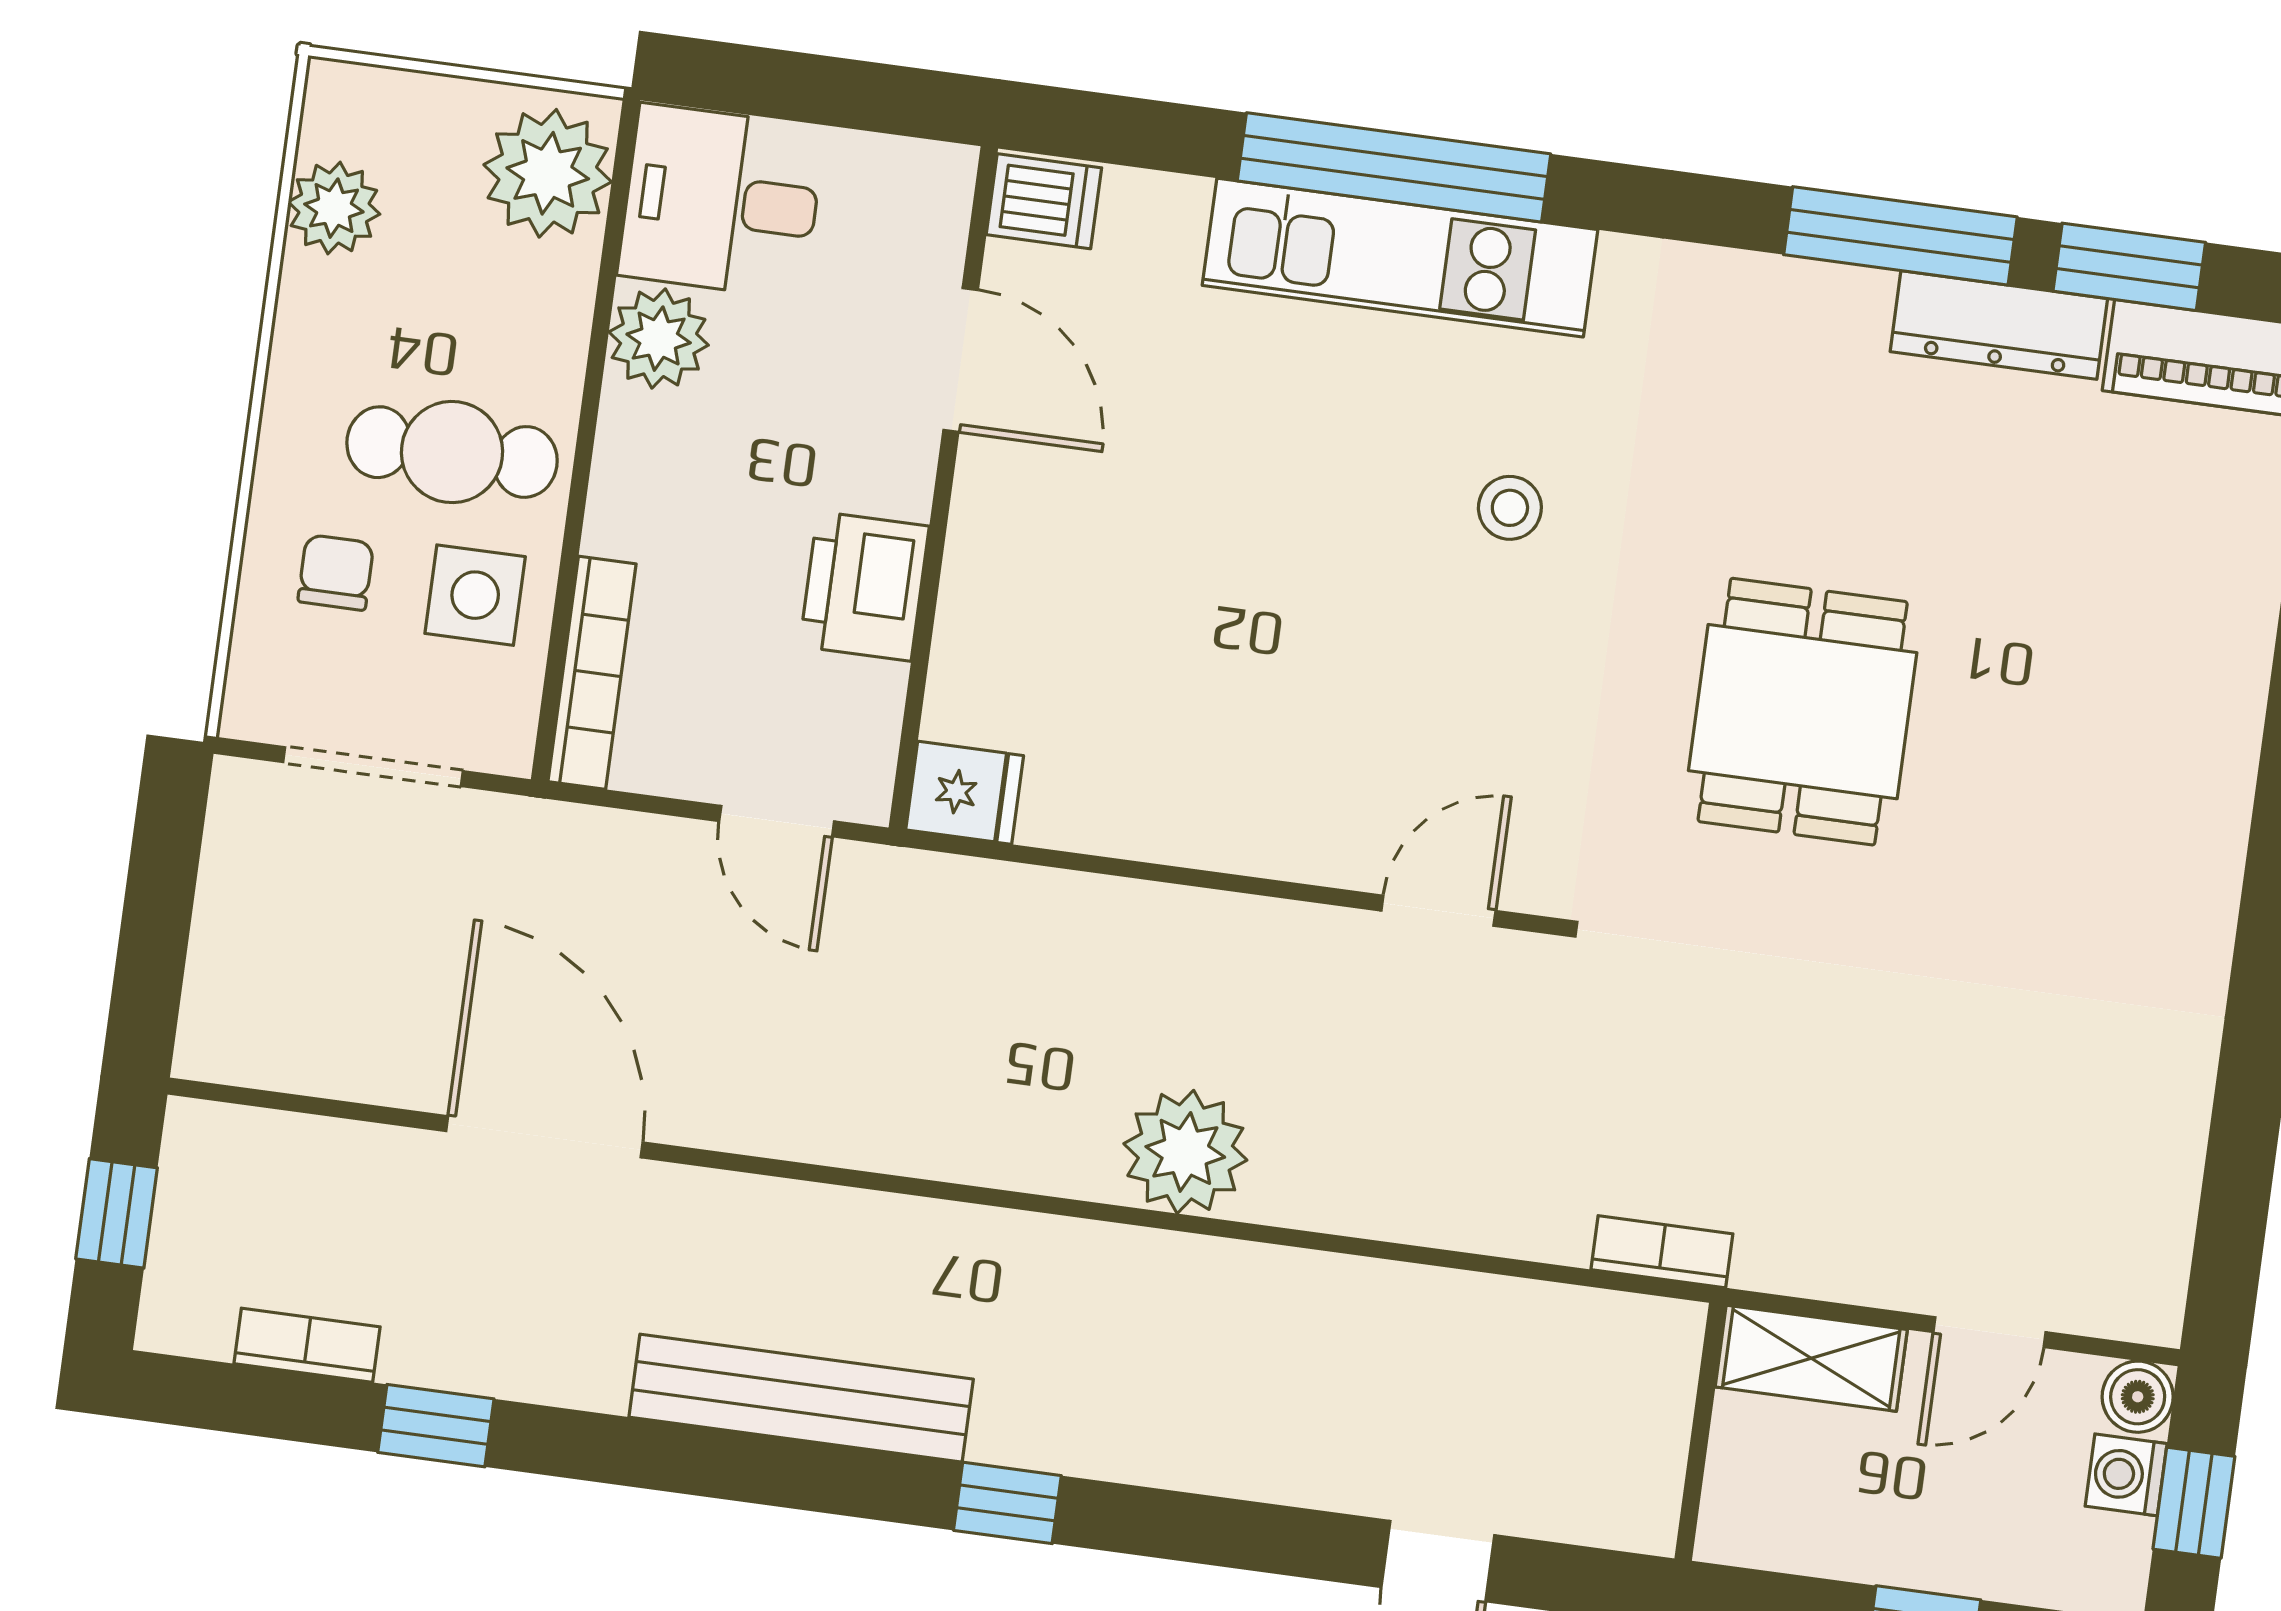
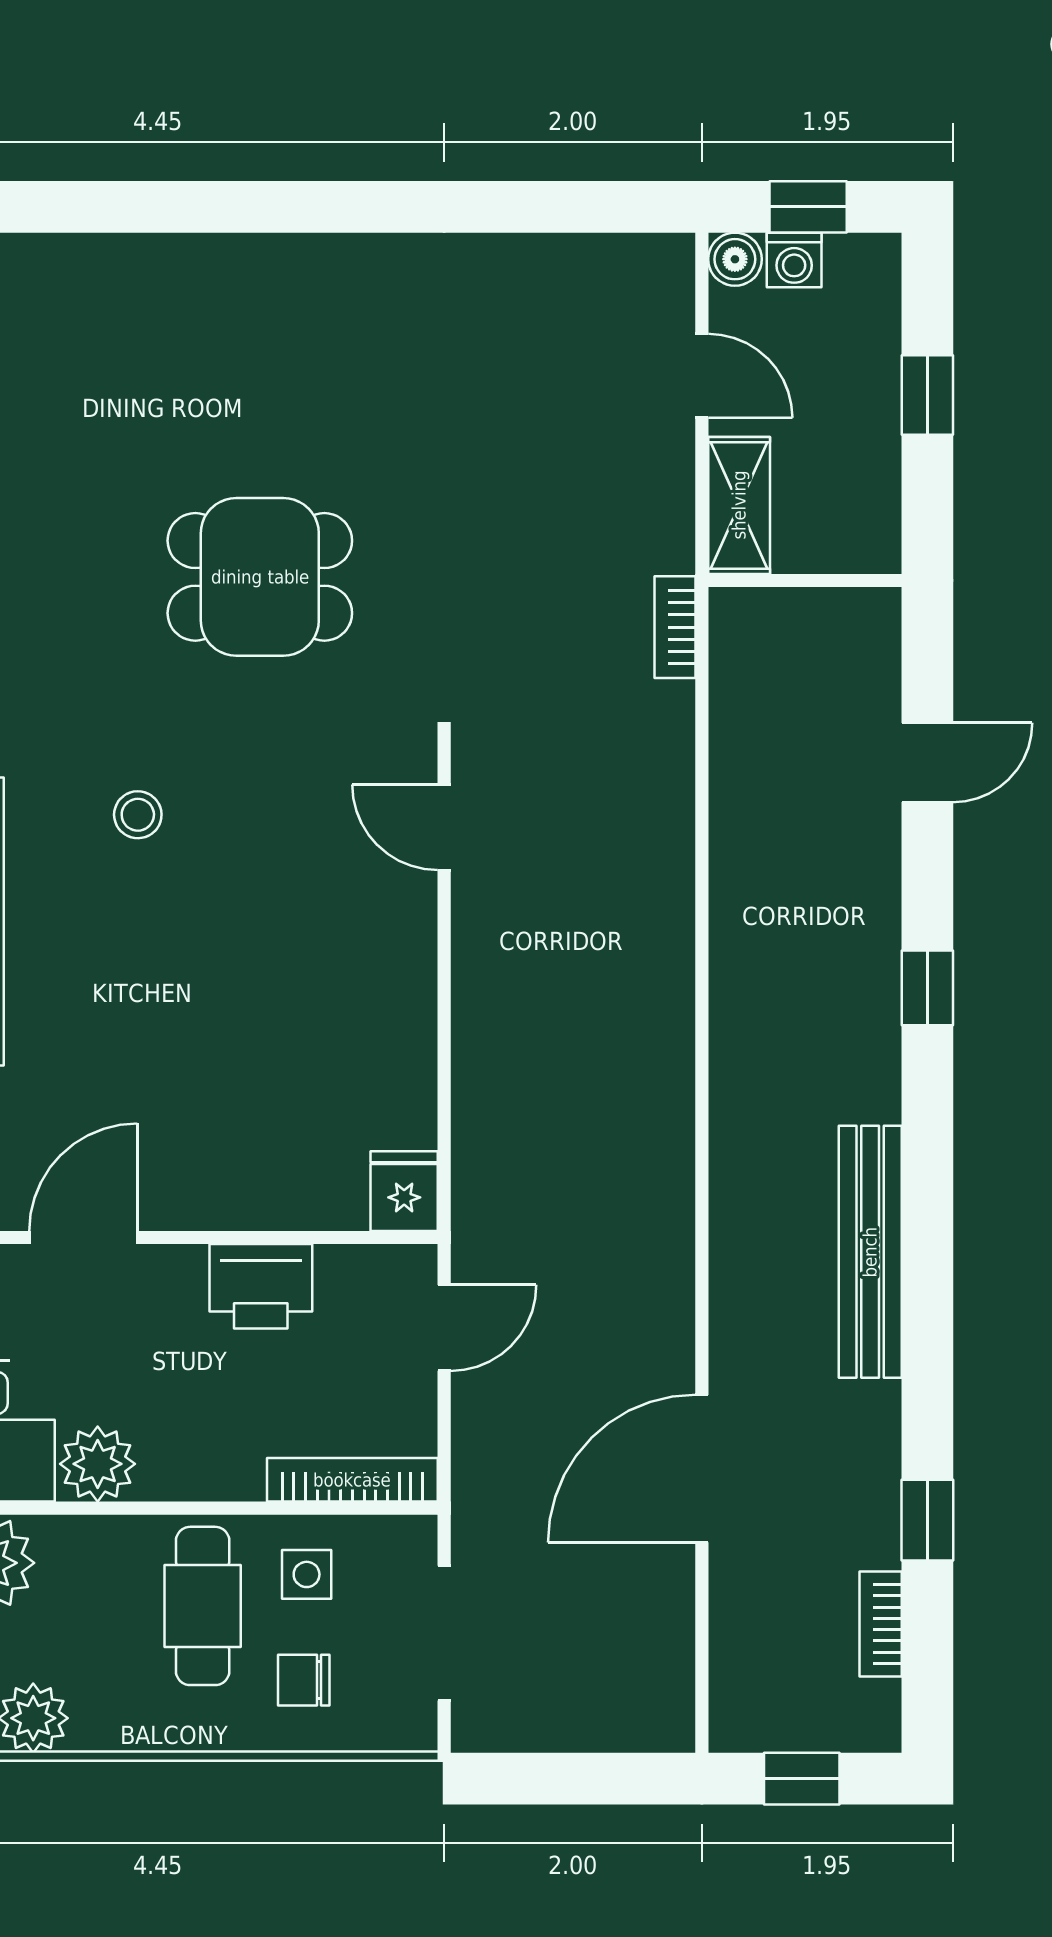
side table: (475, 595) -> (307, 1574), width x0.73, depth x0.73
plant: (1185, 1152) -> (649, 991), removed
window: (1007, 1503) -> (927, 988), moved

